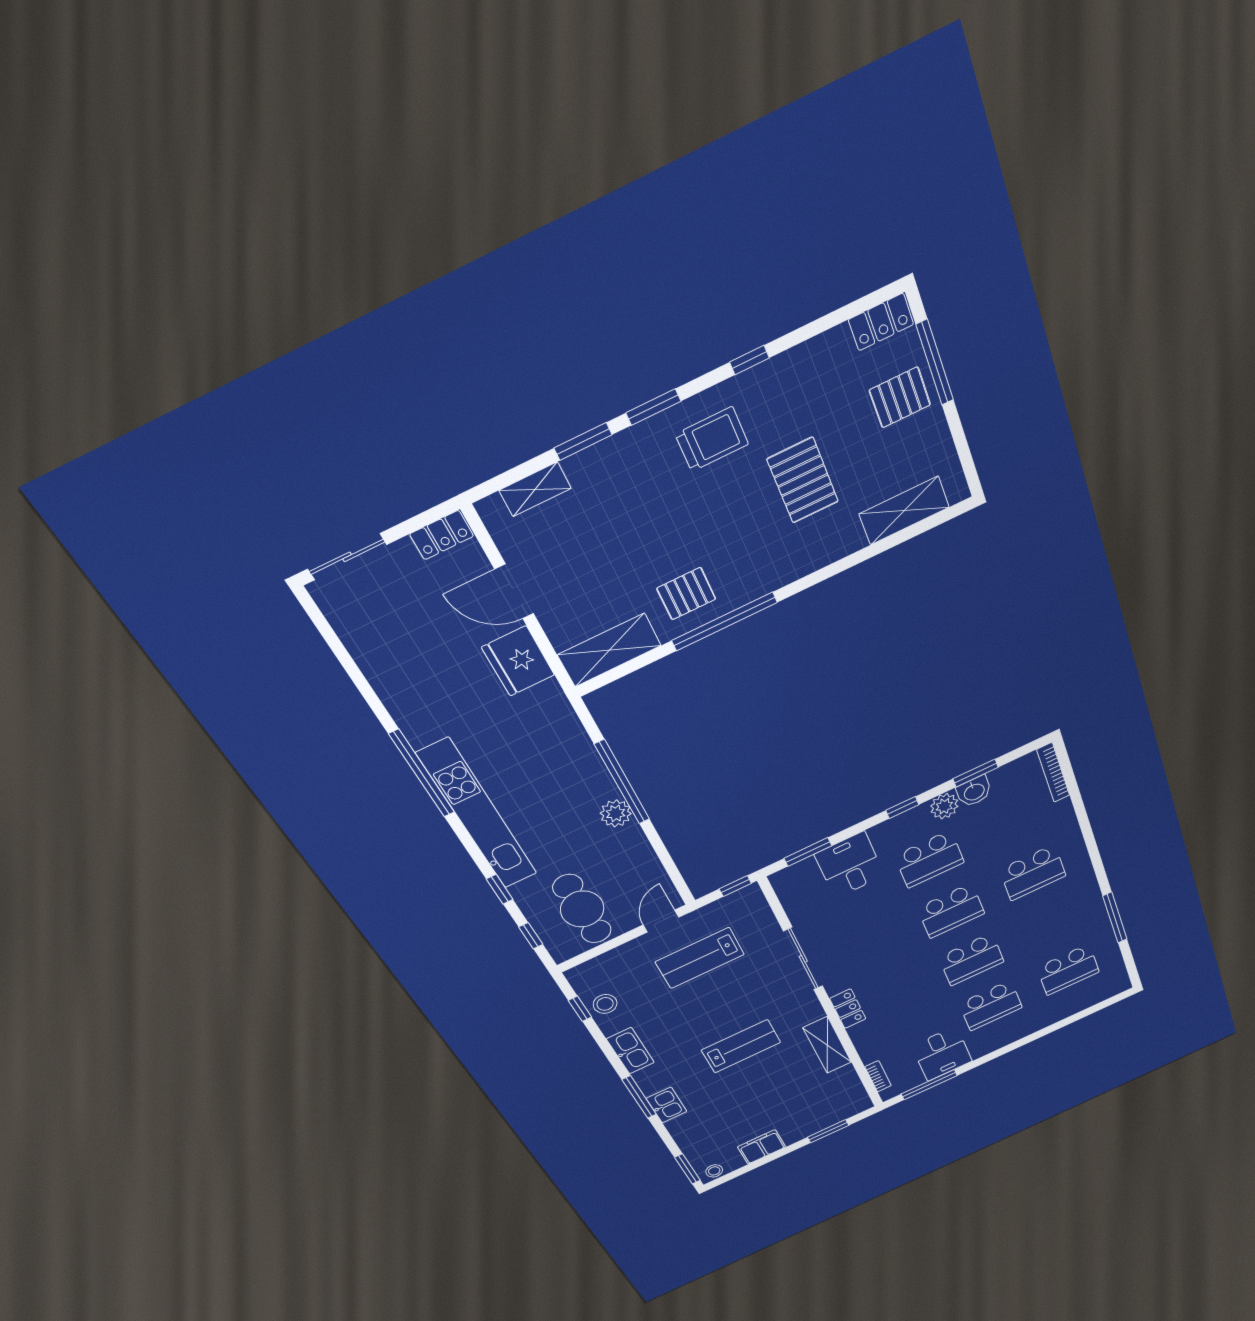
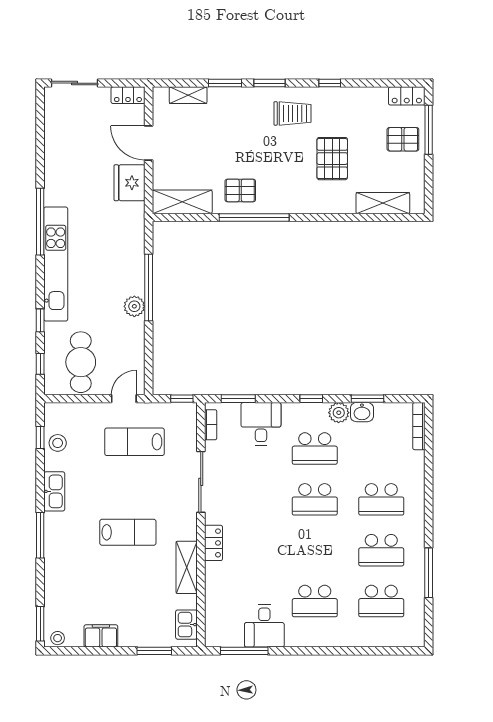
school desk: (971, 959) -> (381, 550), moved
bookcase: (878, 1076) -> (211, 425), moved
kitchen sink: (667, 1105) -> (186, 625), moved, turned 180

